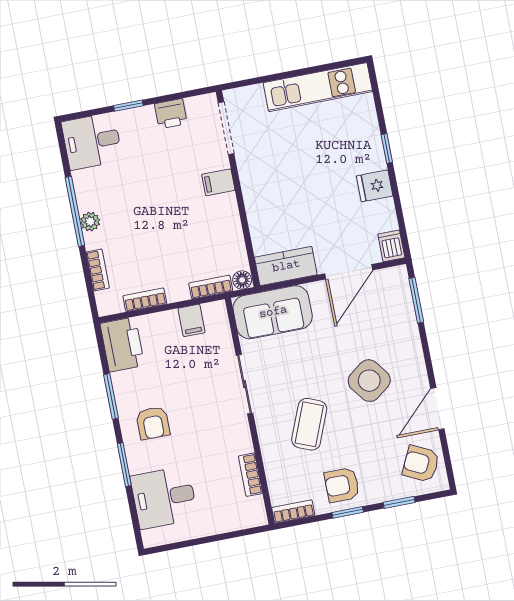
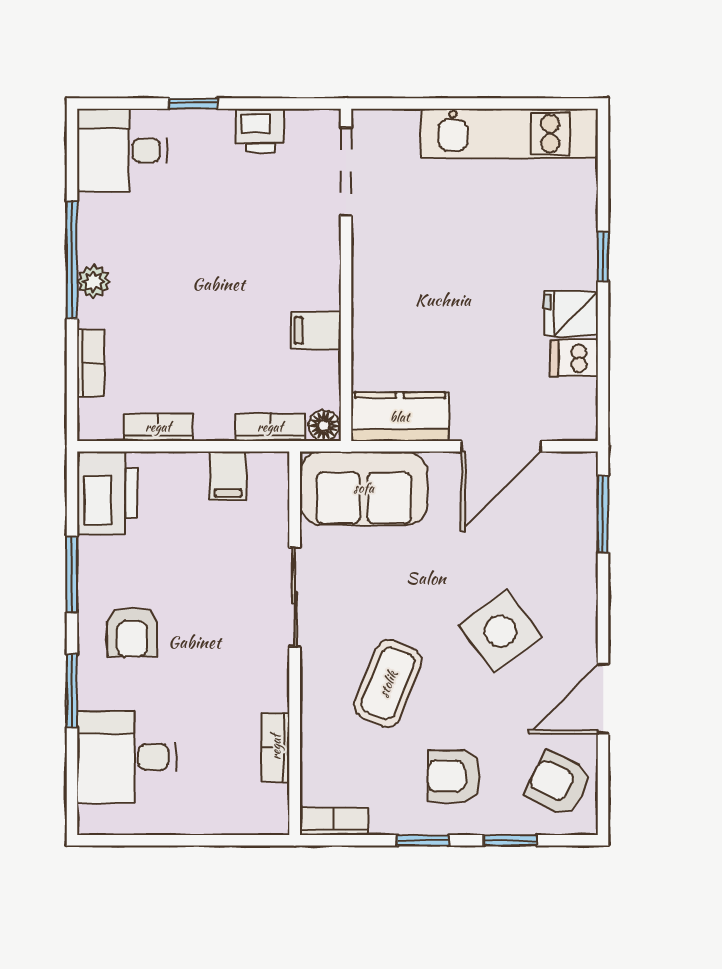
filing cabinet: (218, 182) -> (316, 330), moved
dishwasher: (391, 246) -> (574, 358), moved, turned -90
armchair: (342, 485) -> (454, 776), moved

